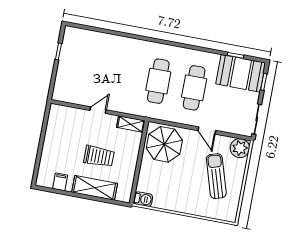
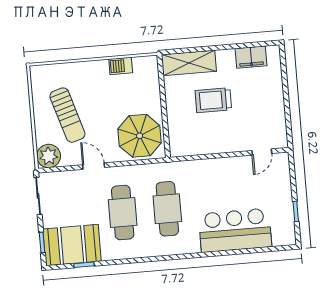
bar counter: (110, 50) -> (235, 230), added
door: (98, 110) -> (262, 152), moved
shelving: (131, 124) -> (186, 149), removed
filing cabinet: (60, 182) -> (251, 57), width x2.00
shelving: (95, 188) -> (189, 63), moved
barbecue: (143, 199) -> (121, 66), moved

